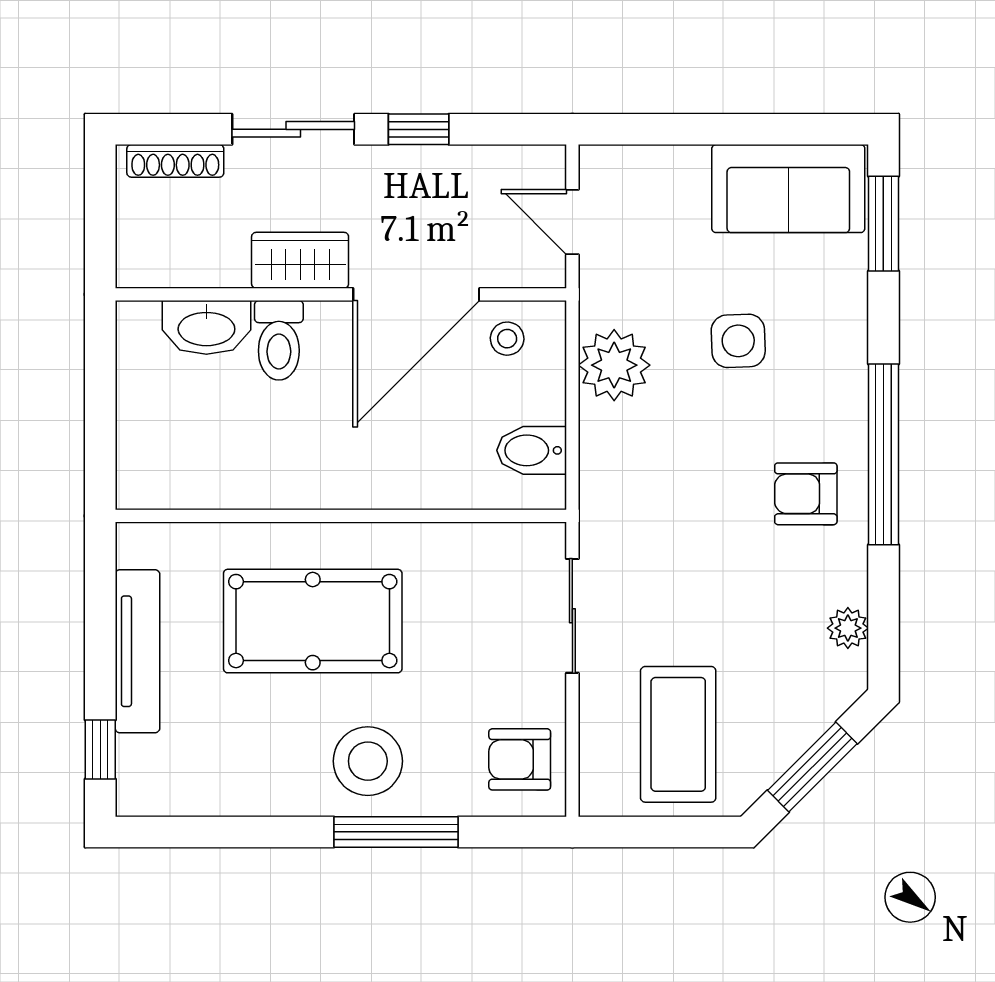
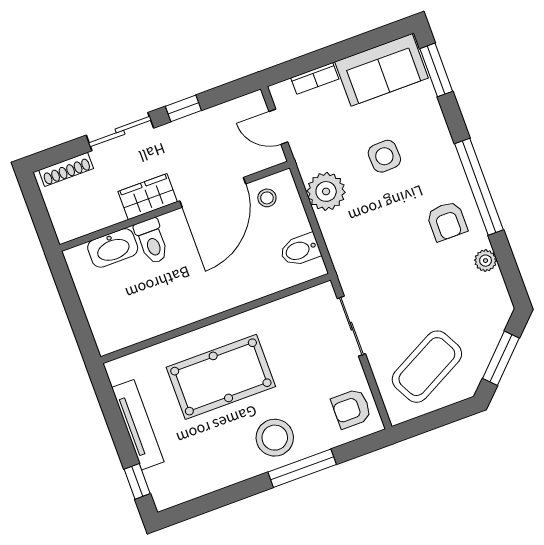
bookcase: (666, 161) -> (315, 78), added
armchair: (806, 494) -> (447, 221), turned -90
plant: (848, 628) -> (486, 261), moved
coffee table: (678, 734) -> (427, 367), turned 62

